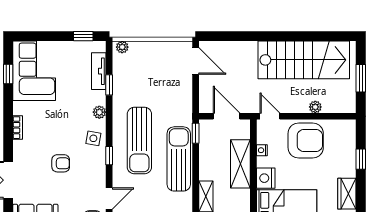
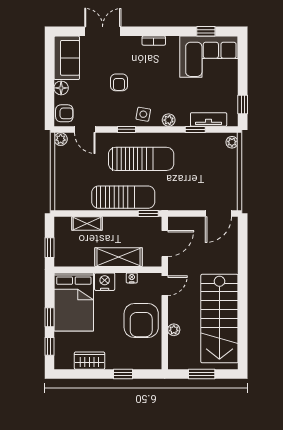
sun lounger: (139, 141) -> (141, 159), turned 180

